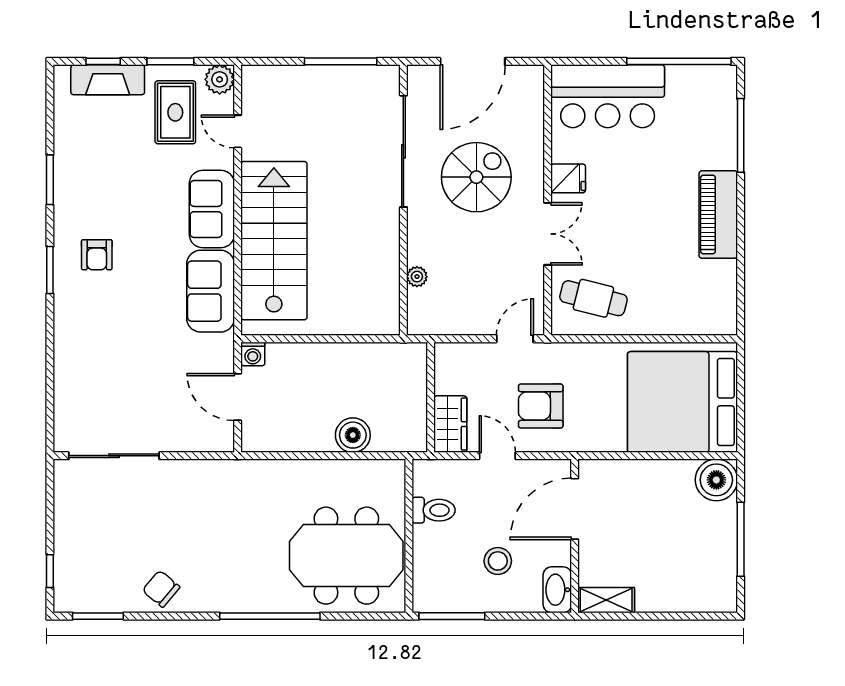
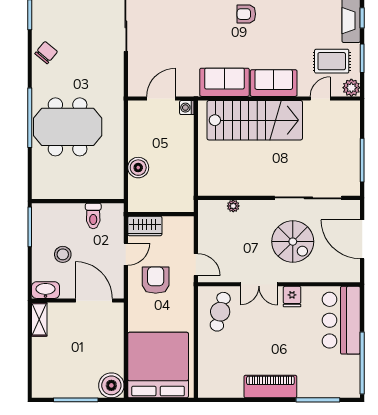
meeting table: (346, 556) -> (68, 127), moved, turned 90

